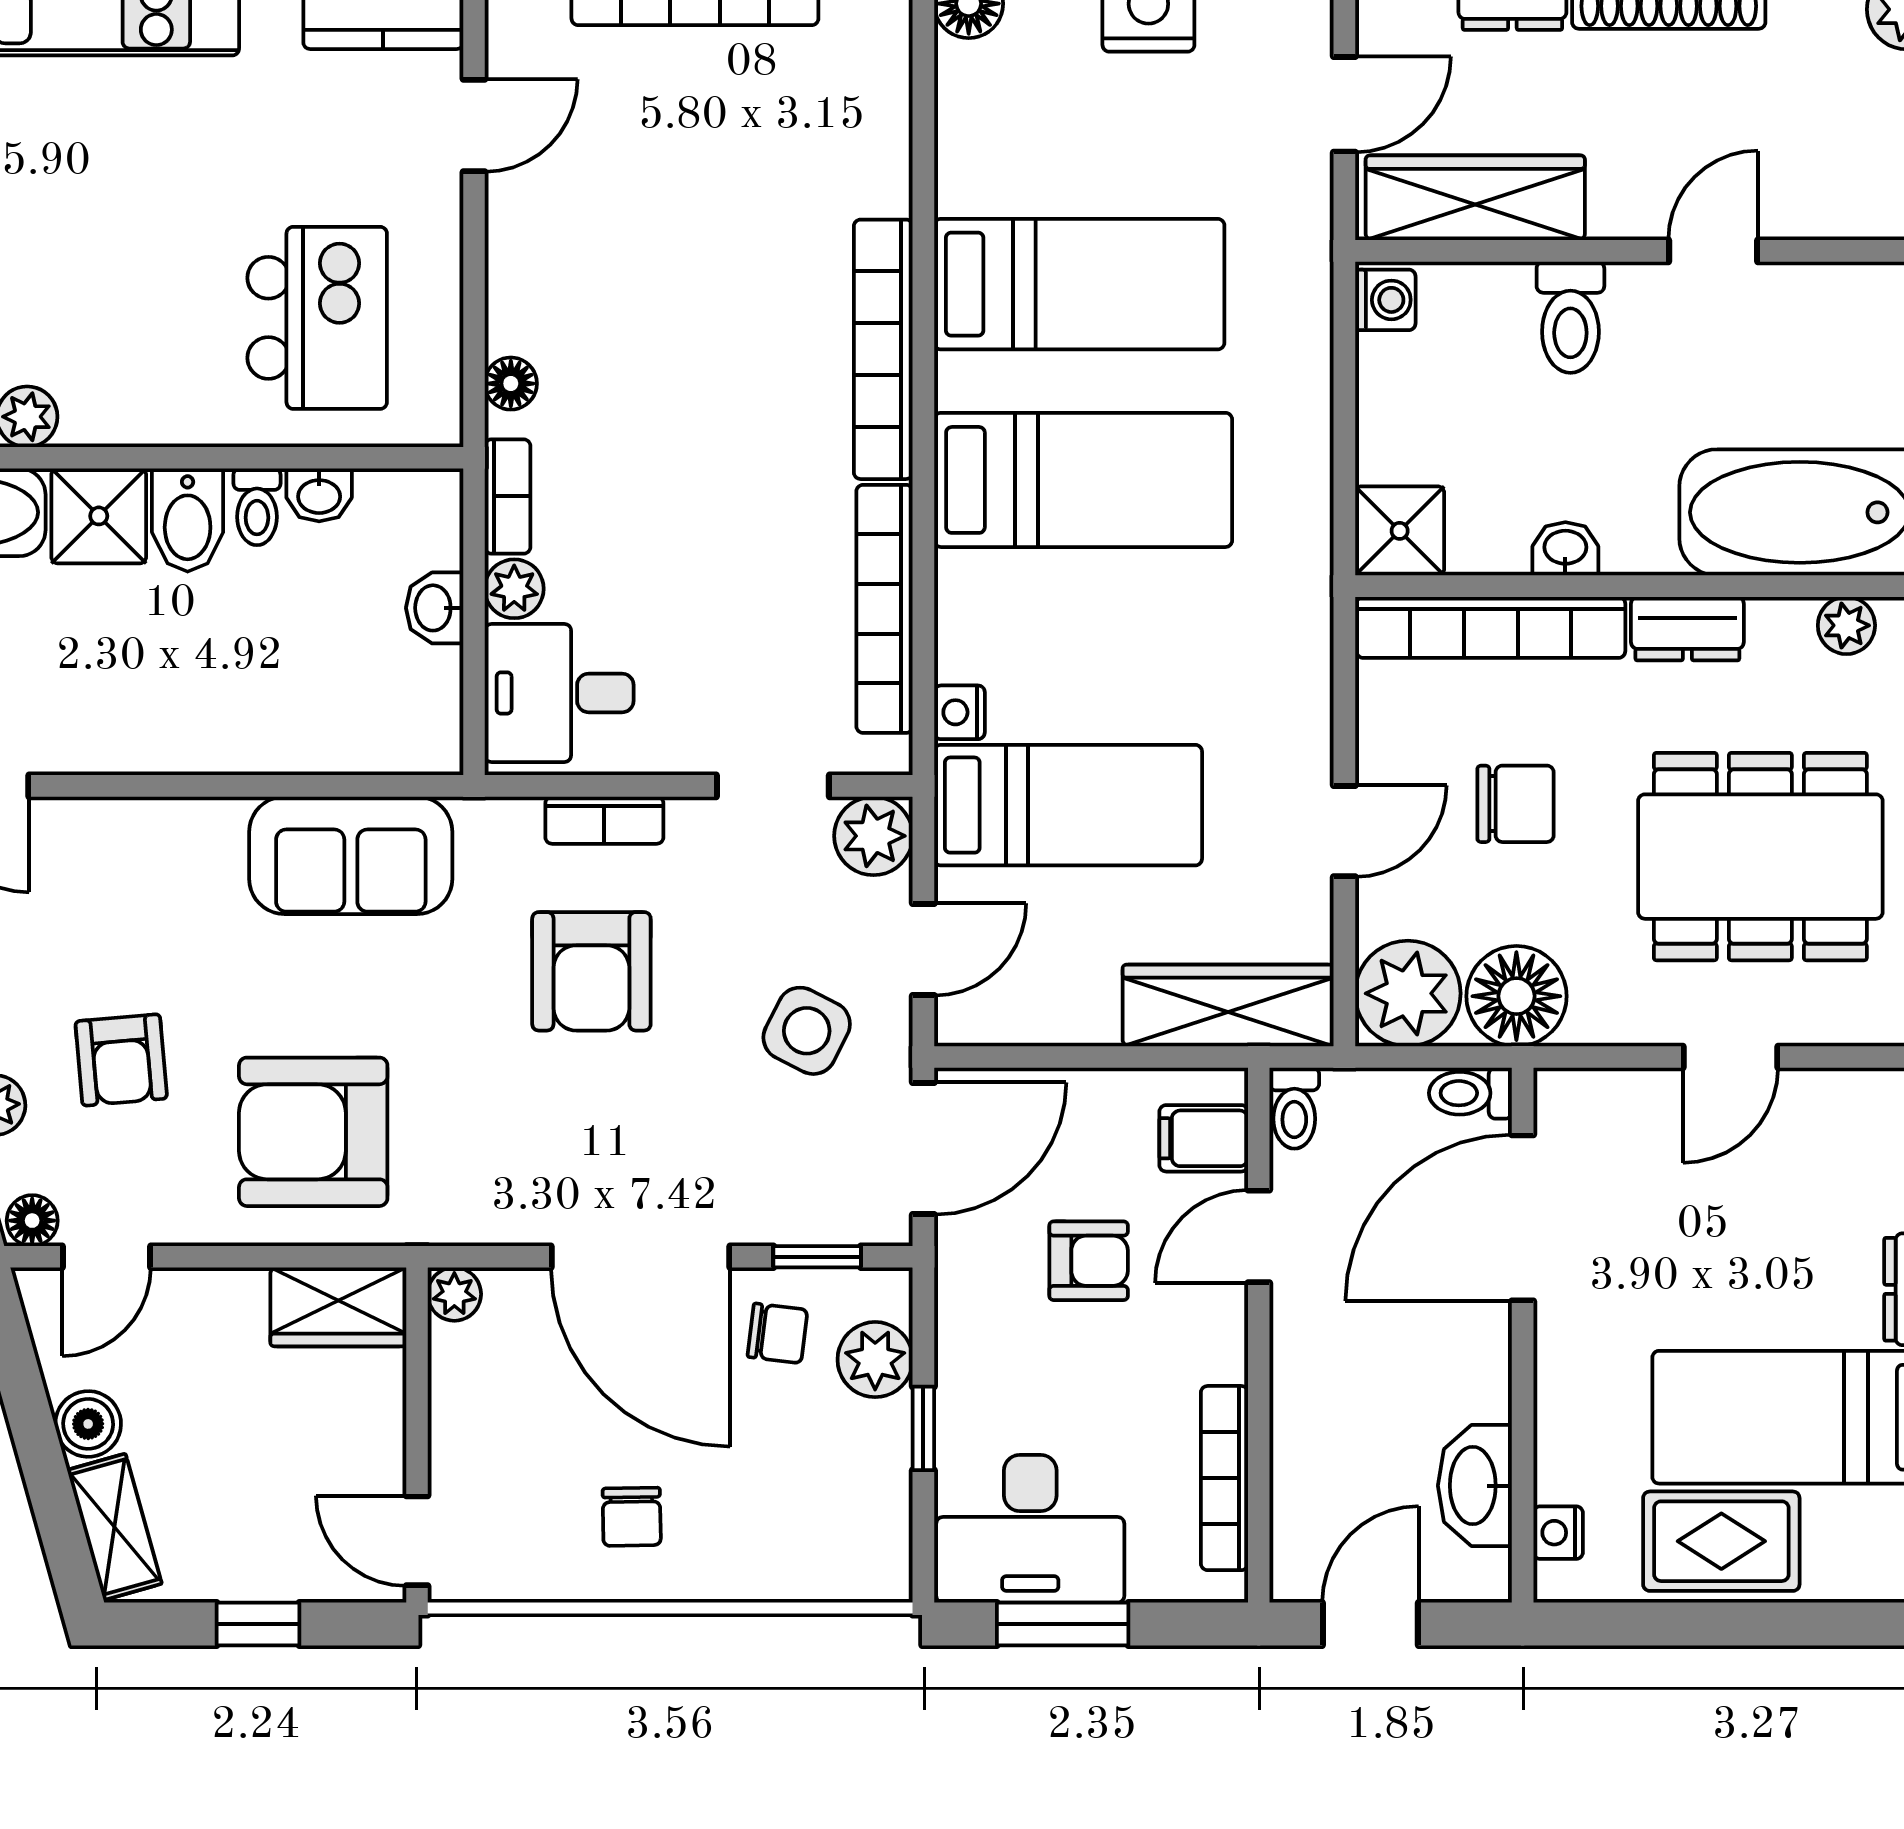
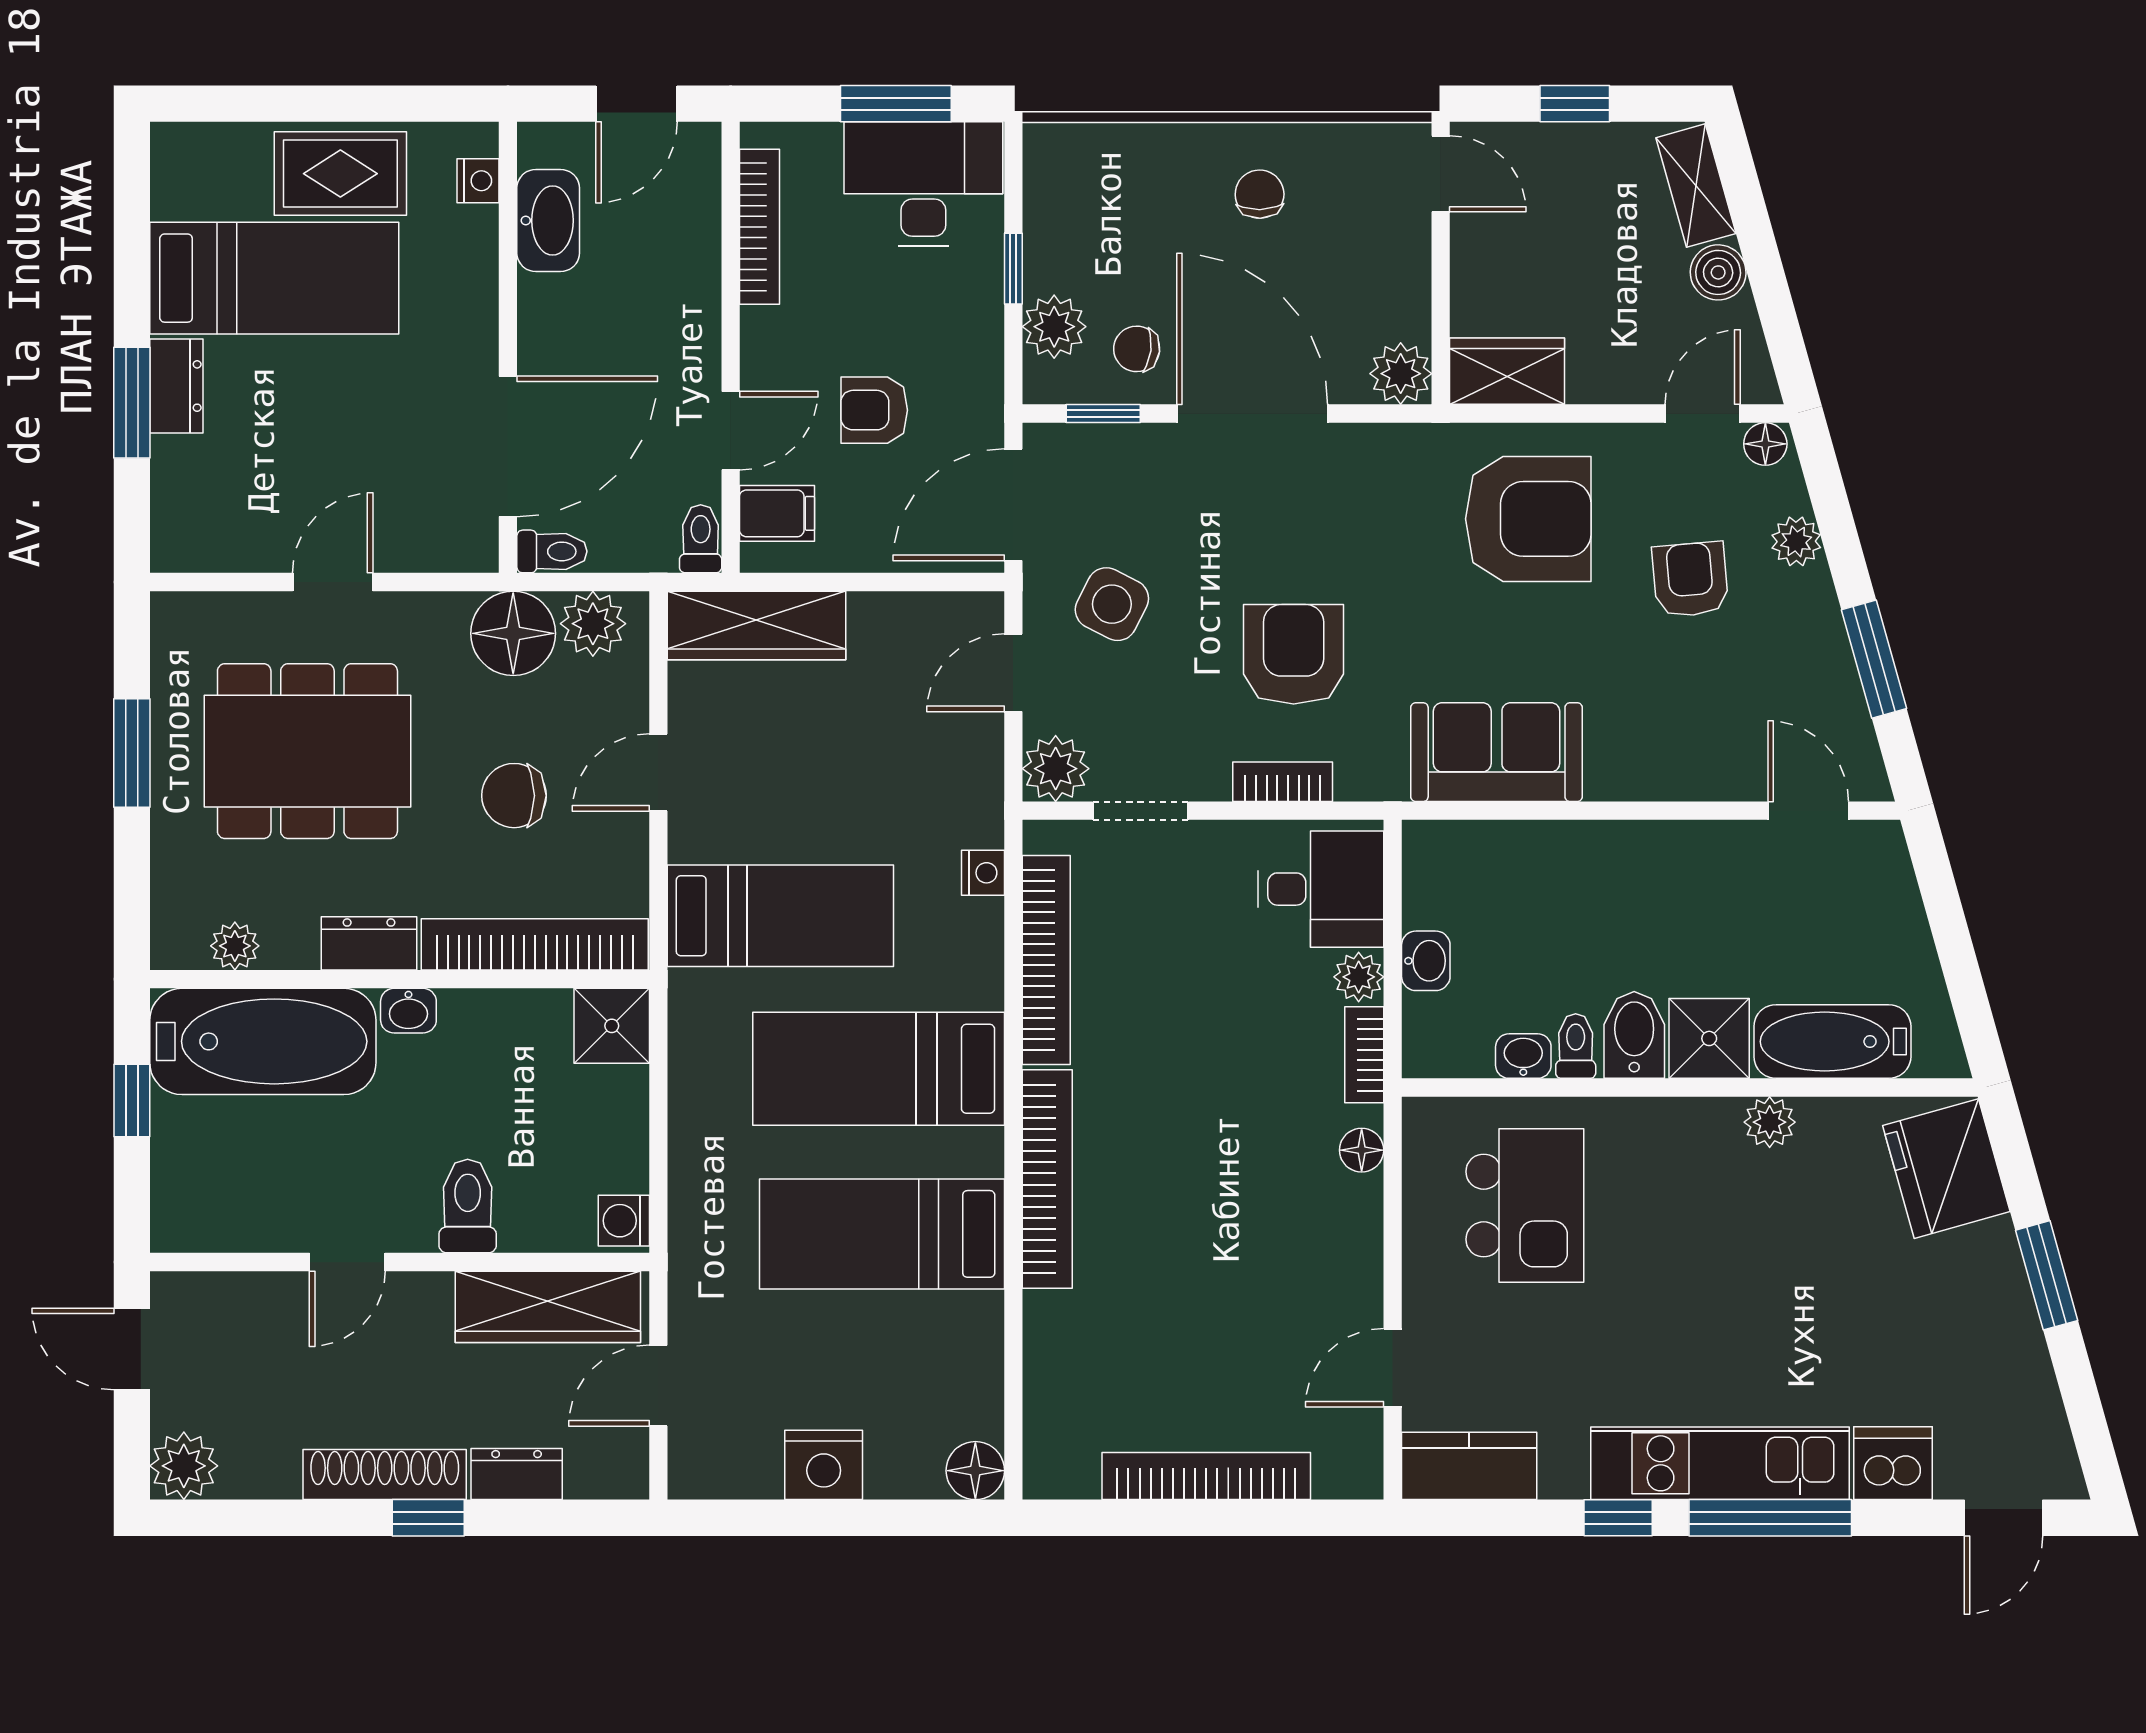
kitchen island: (317, 318) -> (1525, 1206), turned 180
washbasin: (1565, 549) -> (408, 1011), moved
bed: (1068, 805) -> (780, 916), moved, turned 180
plant: (1408, 993) -> (593, 624), width x0.73, depth x0.73
plant: (454, 1294) -> (1401, 374), width x1.38, depth x1.38

